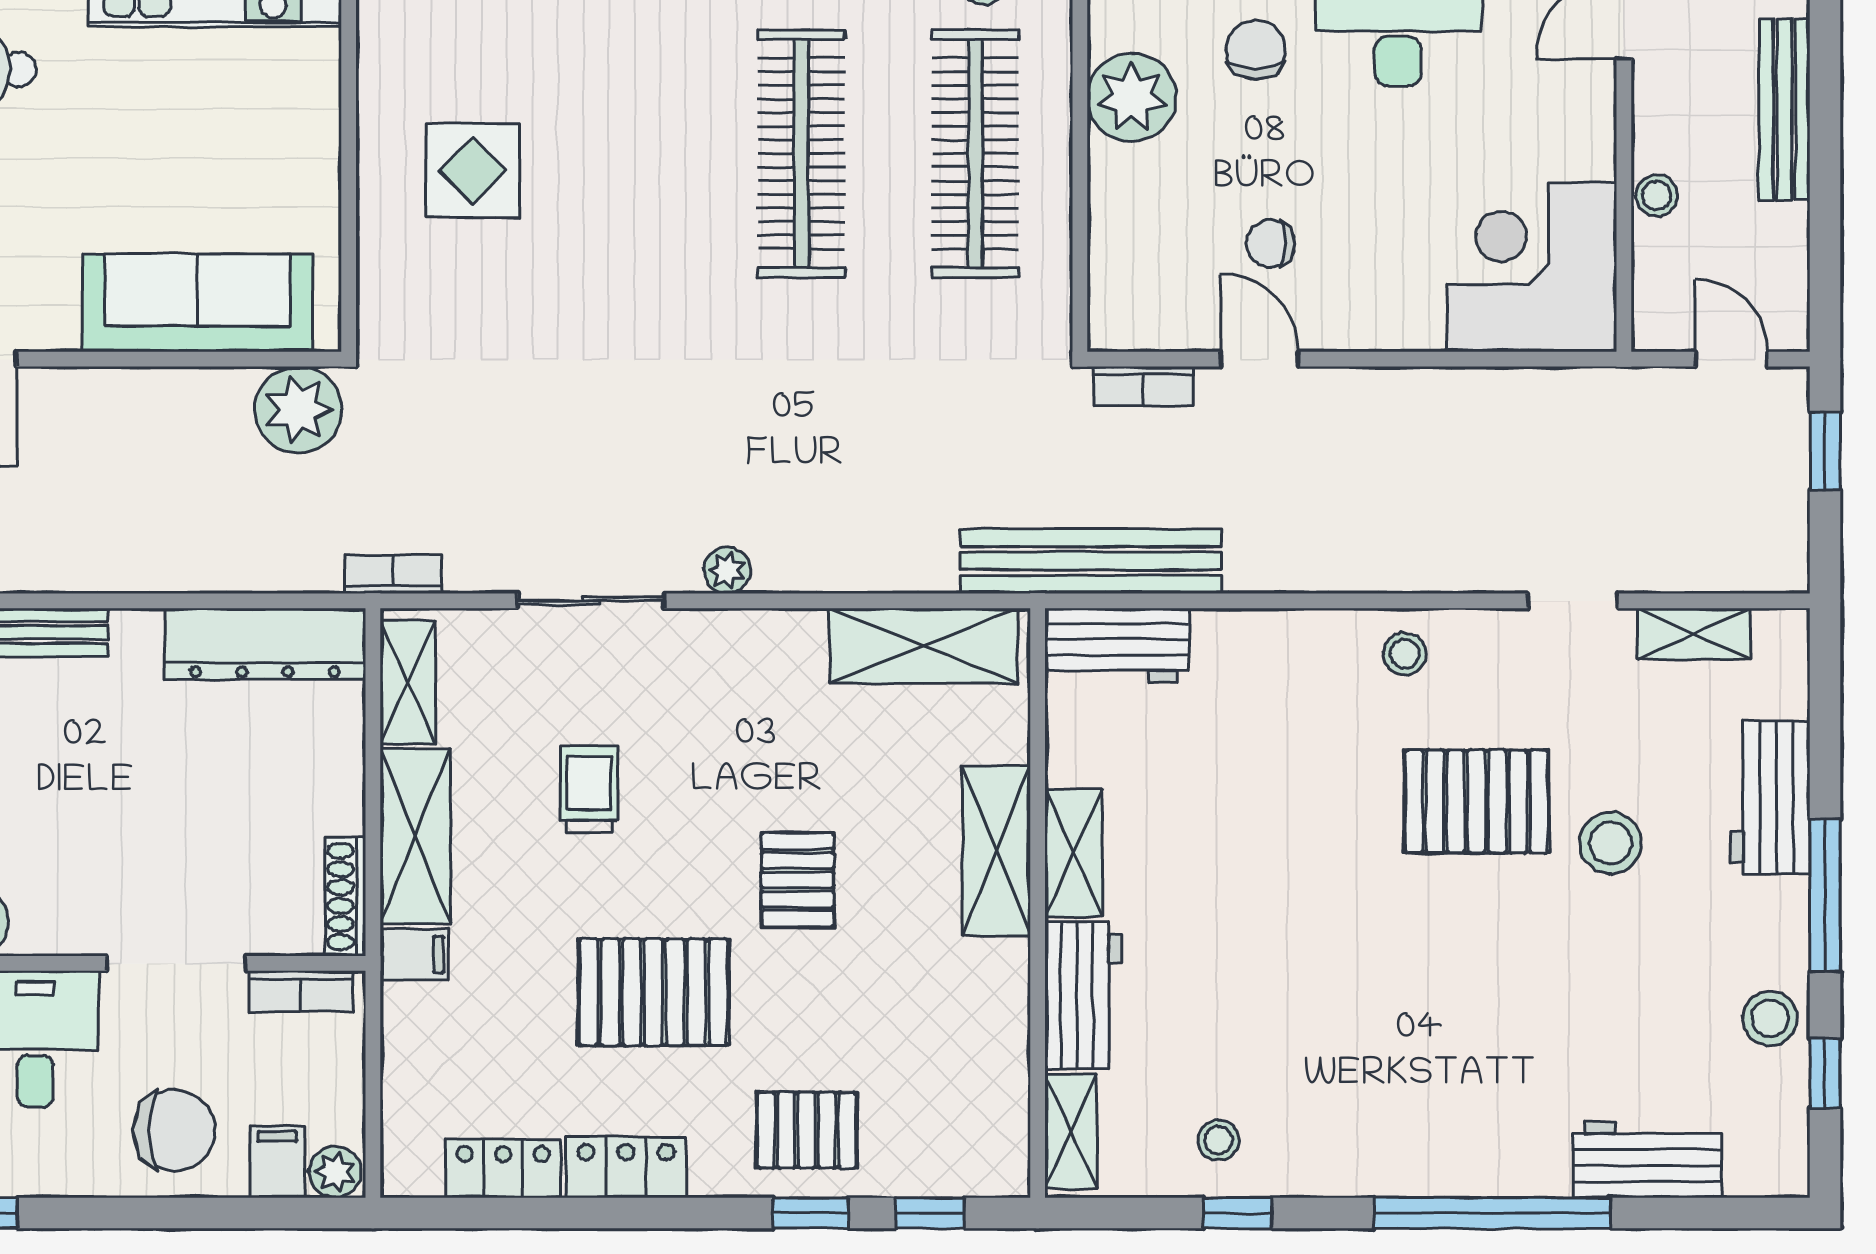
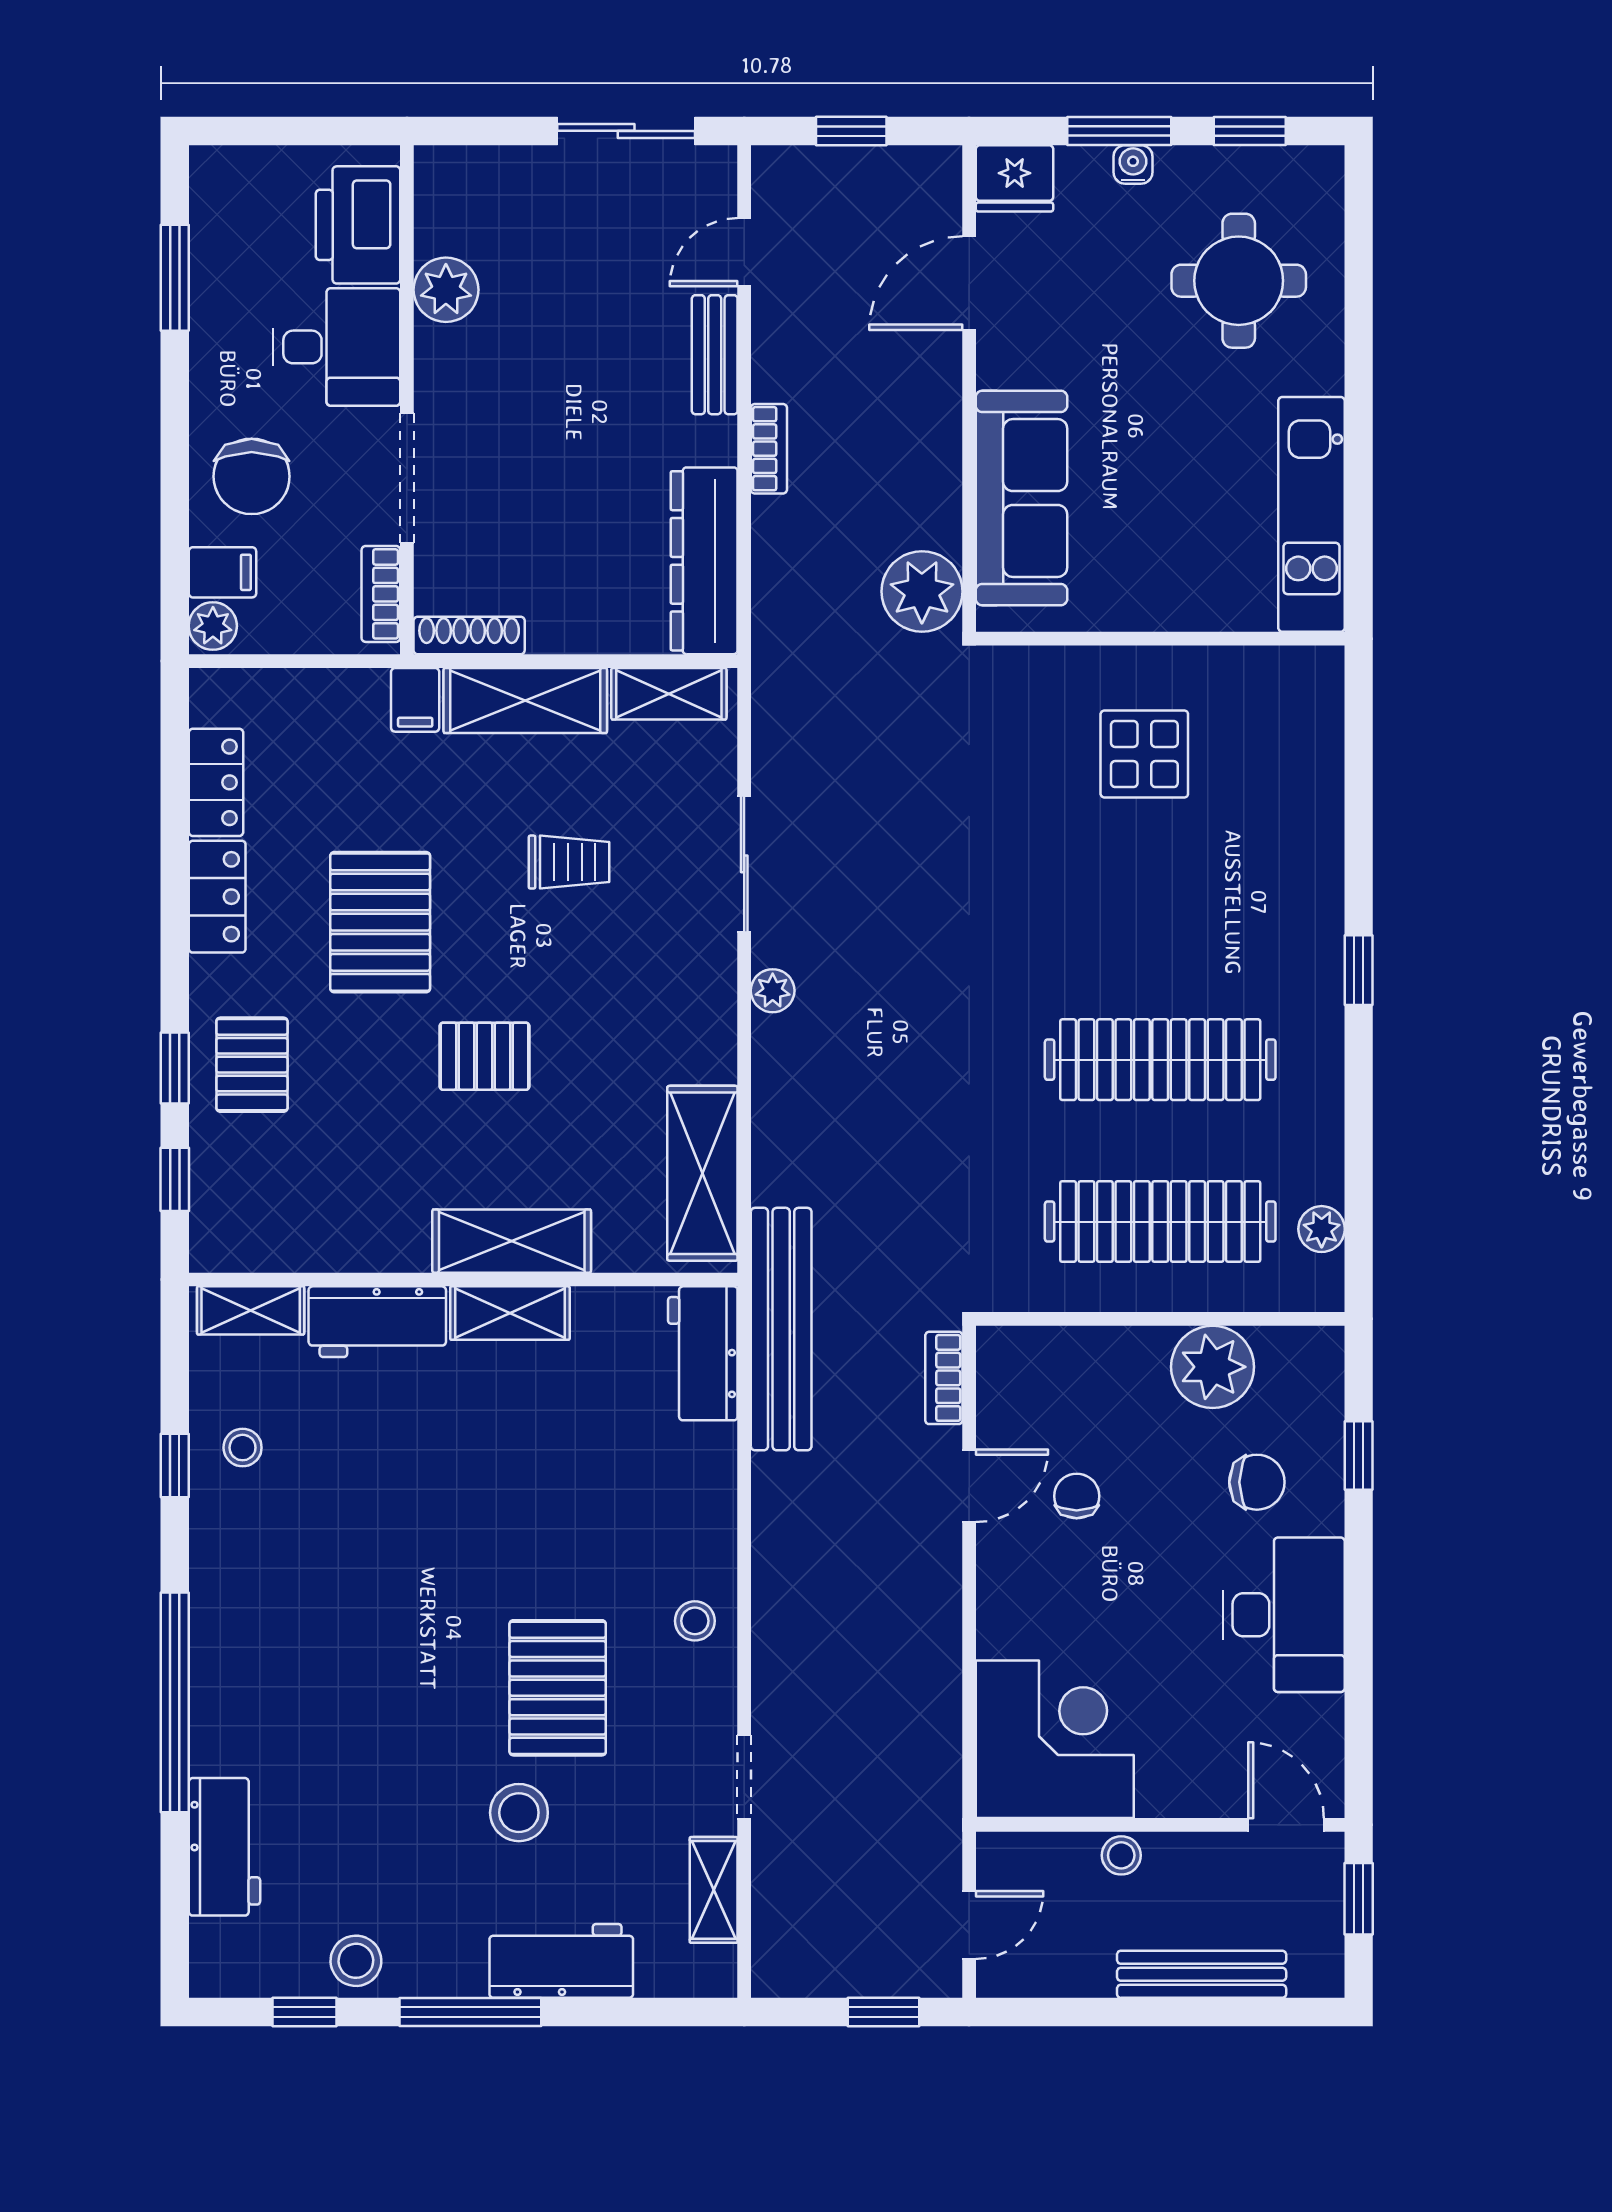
bookcase: (393, 574) -> (769, 449), moved

